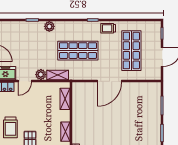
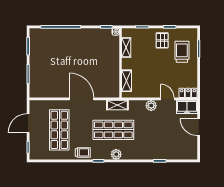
plant: (49, 26) -> (116, 154), moved
shelving: (58, 75) -> (117, 105), moved
door: (25, 81) -> (167, 99), hinge flipped
door: (109, 81) -> (82, 99), hinge flipped

